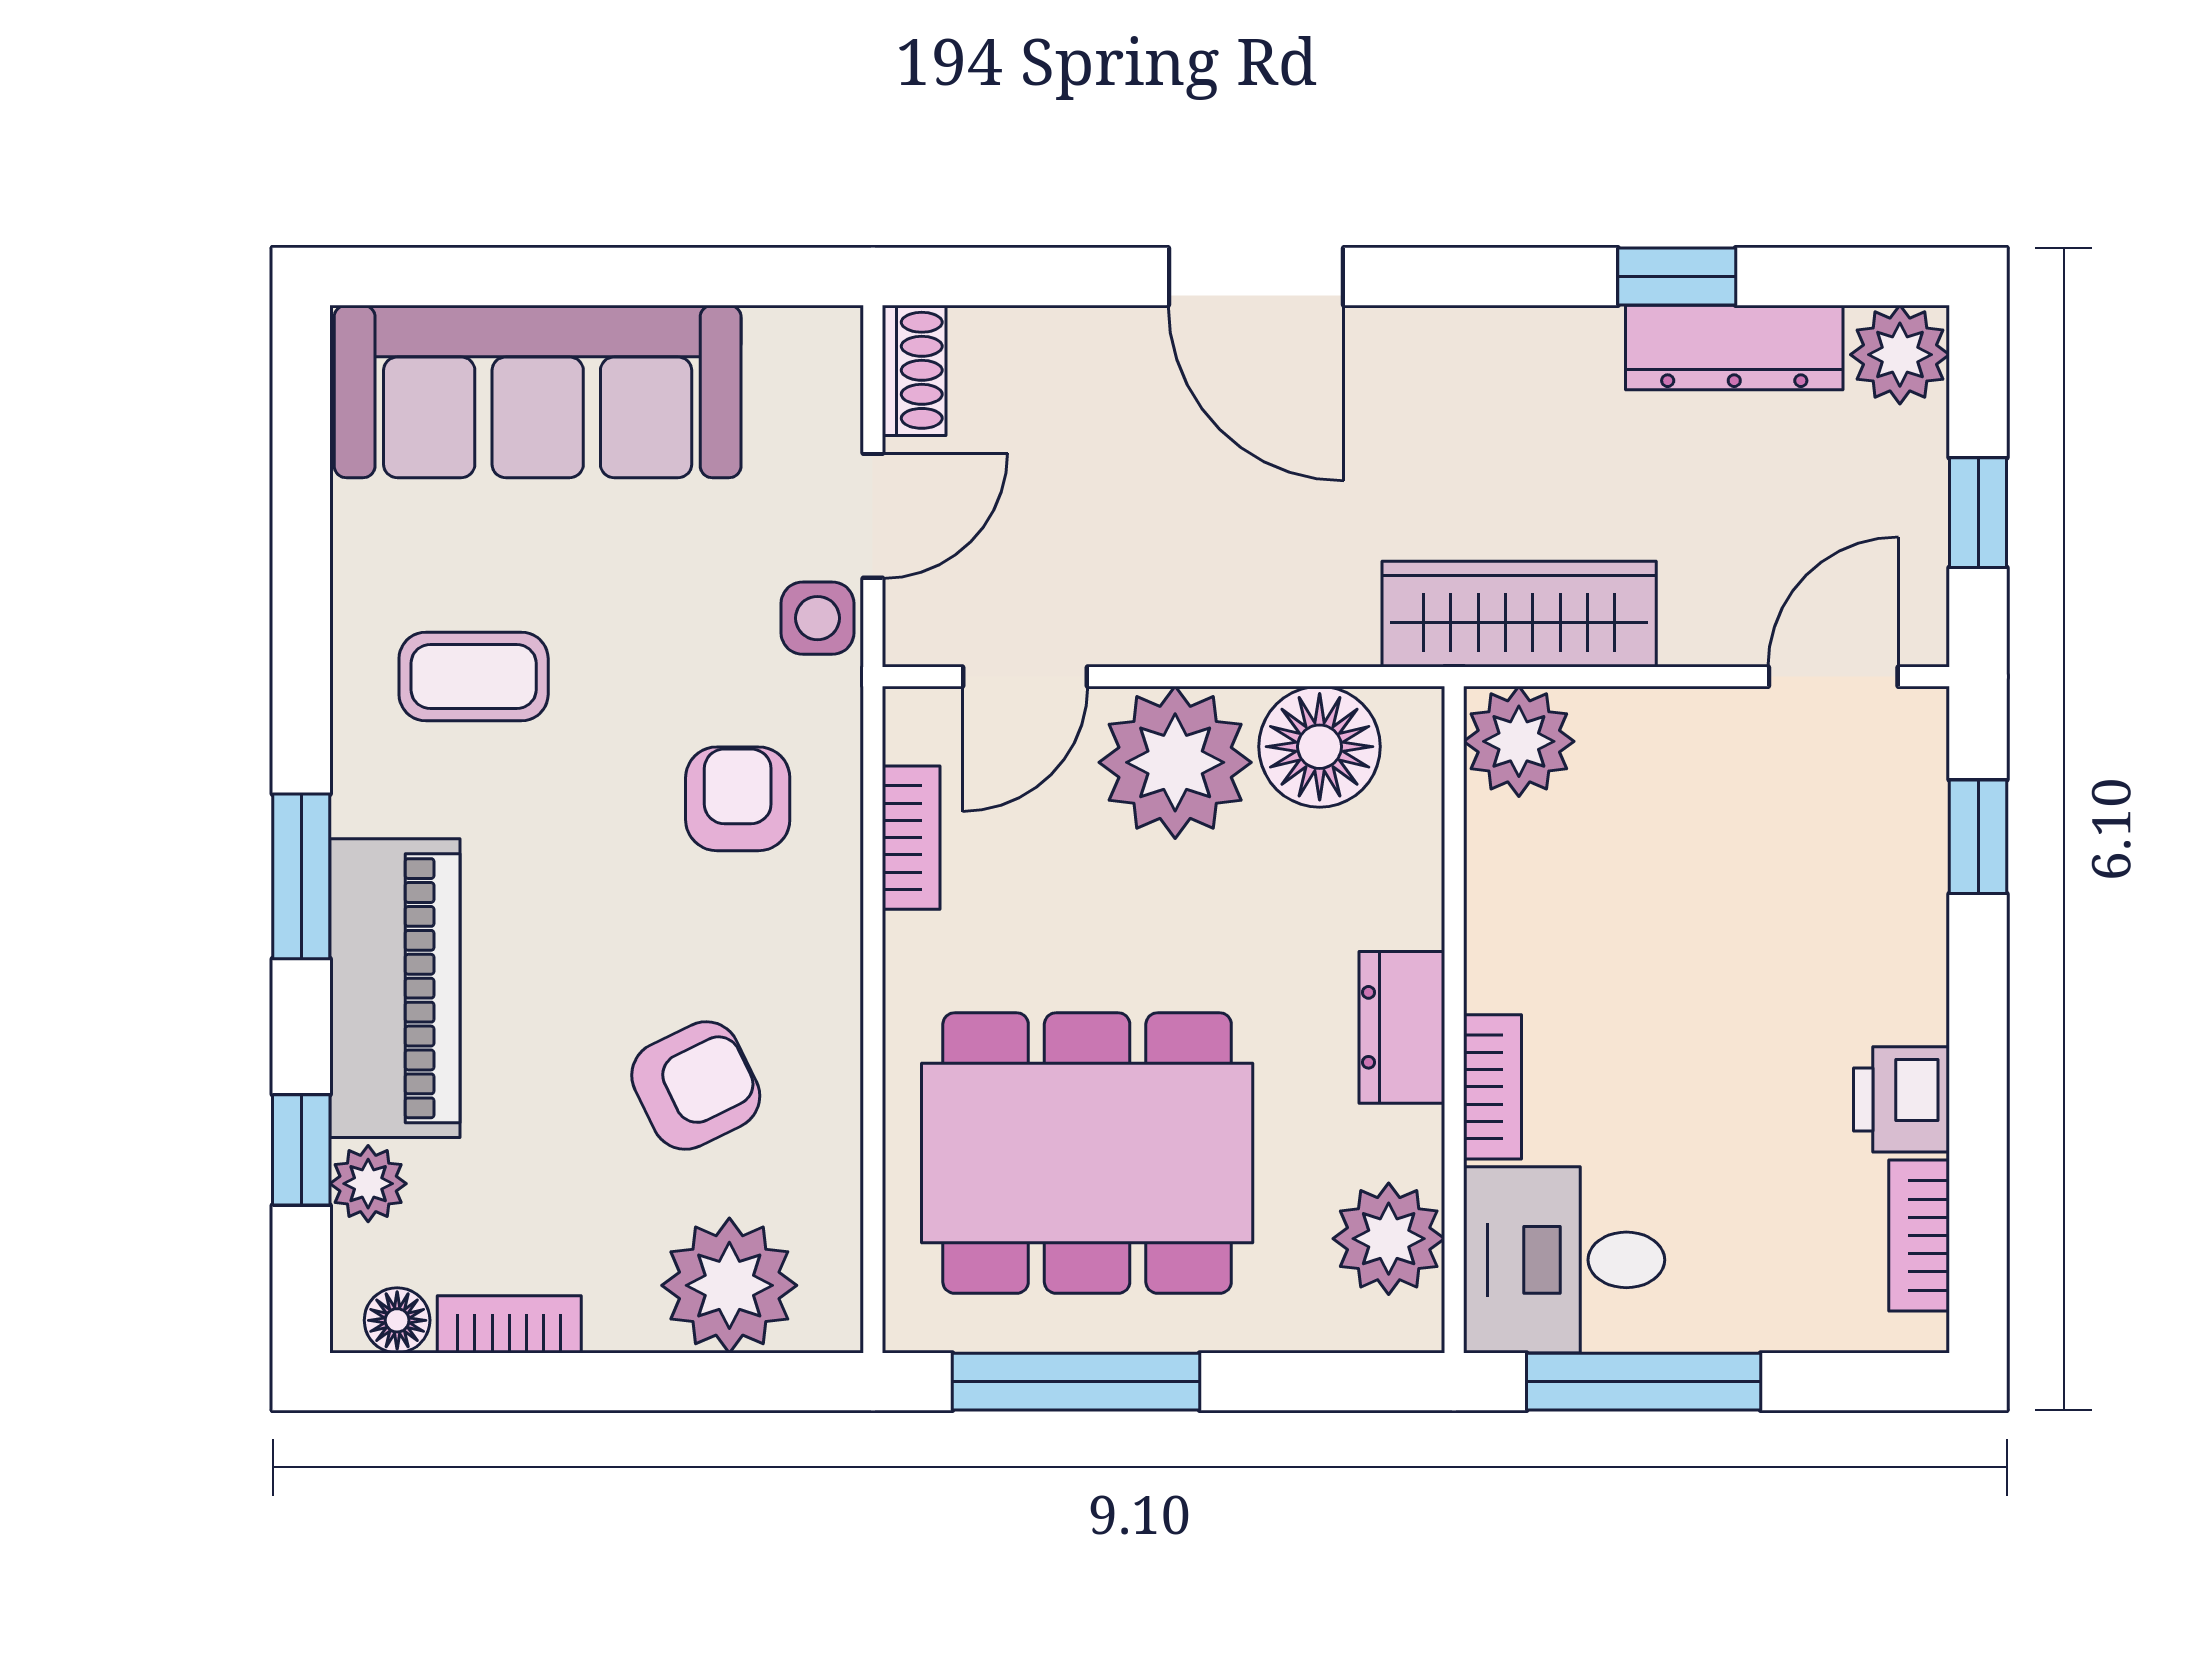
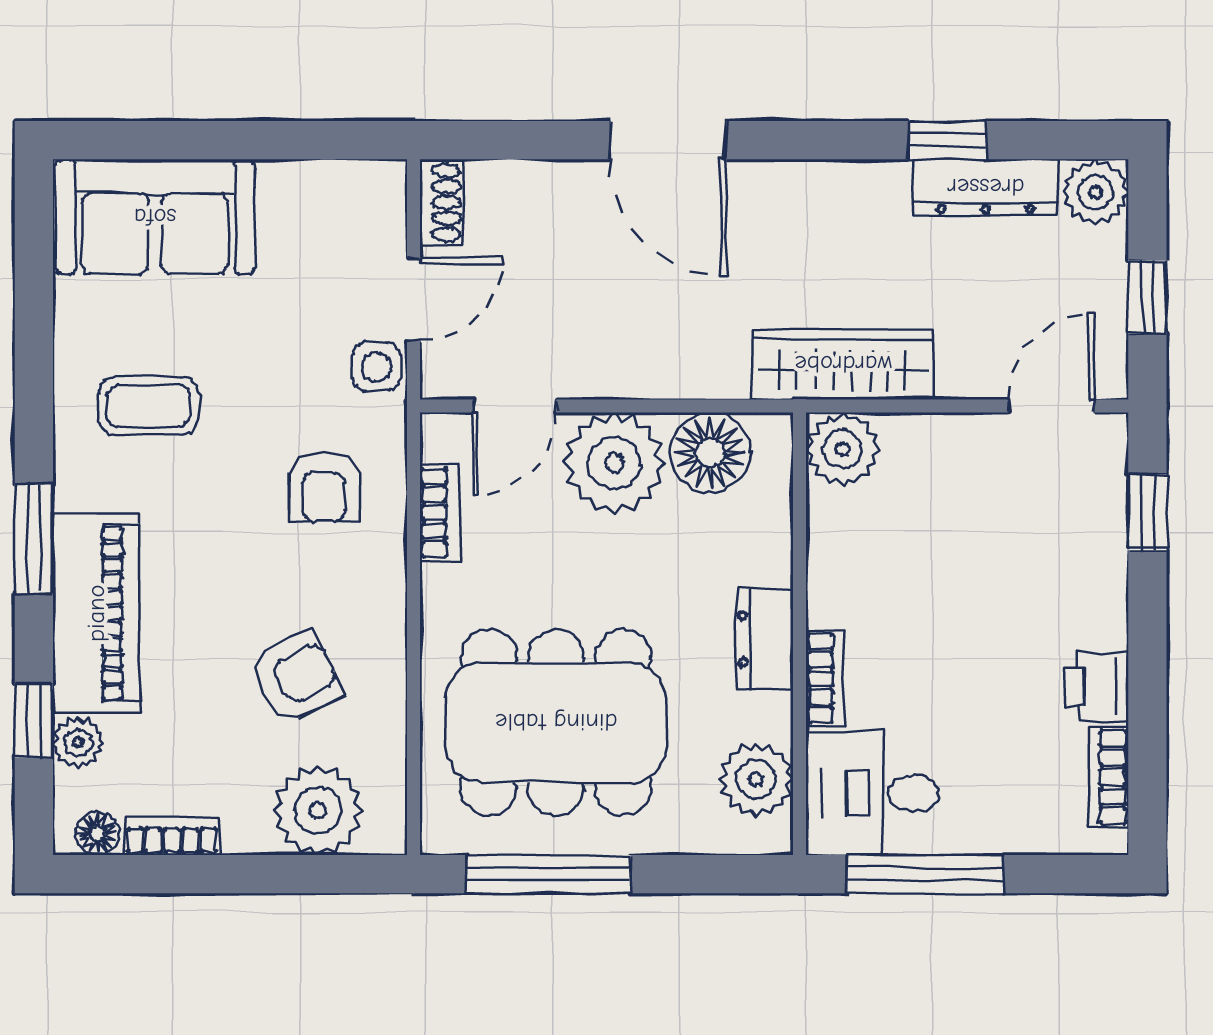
sofa: (538, 391) -> (155, 217), width x0.73
armchair: (738, 799) -> (324, 487), turned 180

